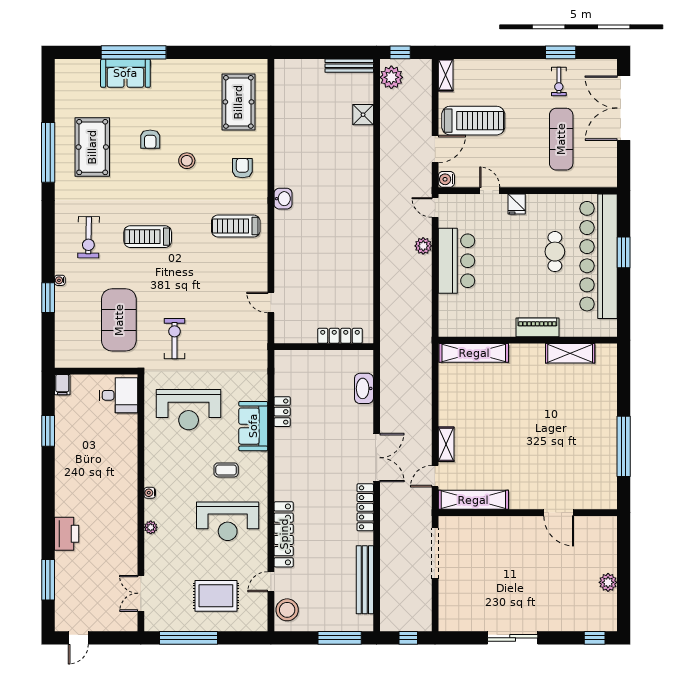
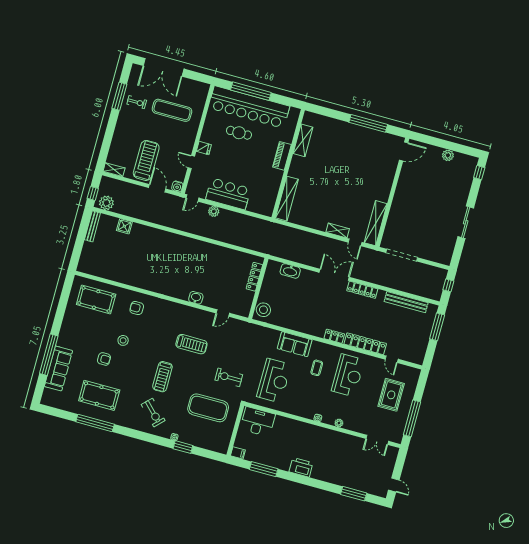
window: (561, 52) -> (119, 96), width x1.44
sofa: (125, 73) -> (58, 368), width x1.36
door: (490, 191) -> (191, 162), hinge flipped
washbasin: (283, 199) -> (196, 298), moved
treadmill: (236, 226) -> (191, 344), moved, turned -90
exercise bike: (89, 237) -> (153, 413), turned 44
window: (624, 252) -> (251, 91), width x2.11
desk: (118, 395) -> (258, 422), width x1.37
locker: (282, 412) -> (334, 336), moved
window: (48, 431) -> (264, 469), width x1.44
door: (559, 513) -> (404, 151), moved
printer: (67, 534) -> (301, 467), moved
stool: (287, 610) -> (263, 310), moved

